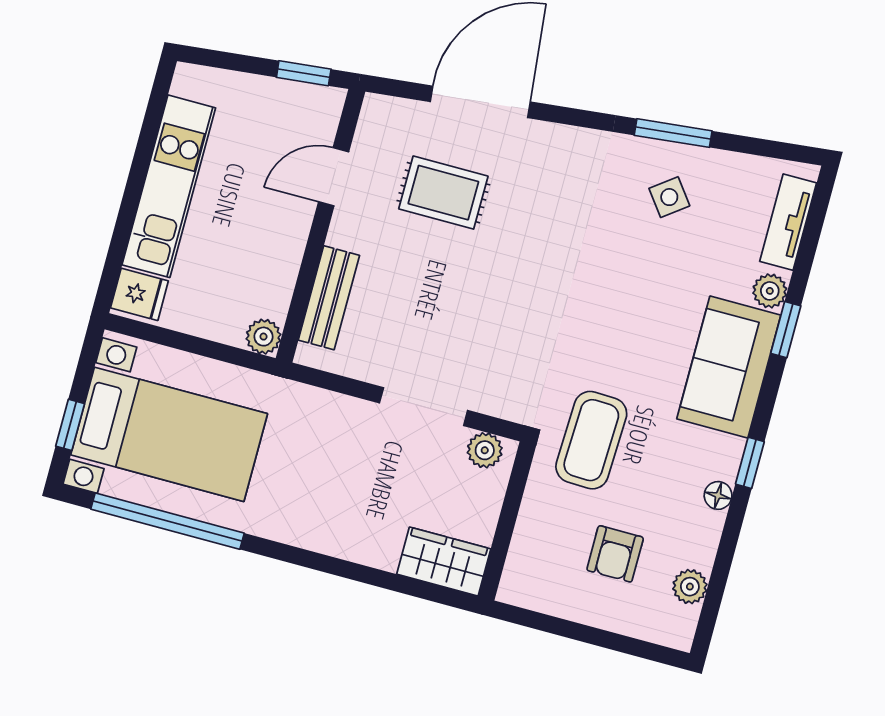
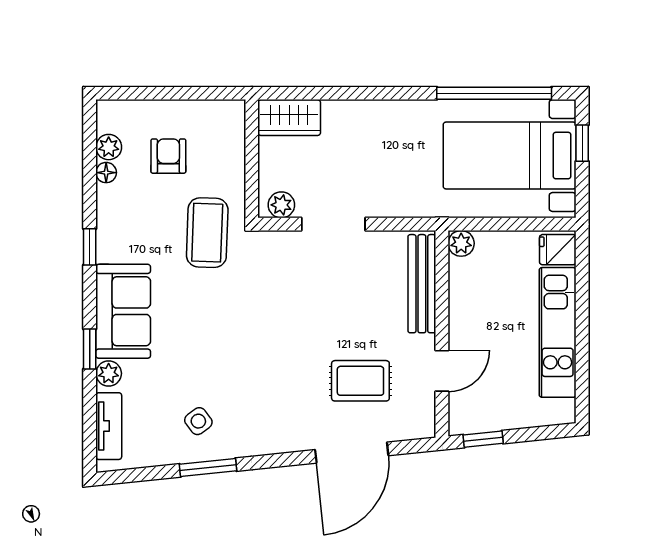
bench: (329, 298) -> (422, 284), width x1.36
floor lamp: (718, 495) -> (106, 173), moved

